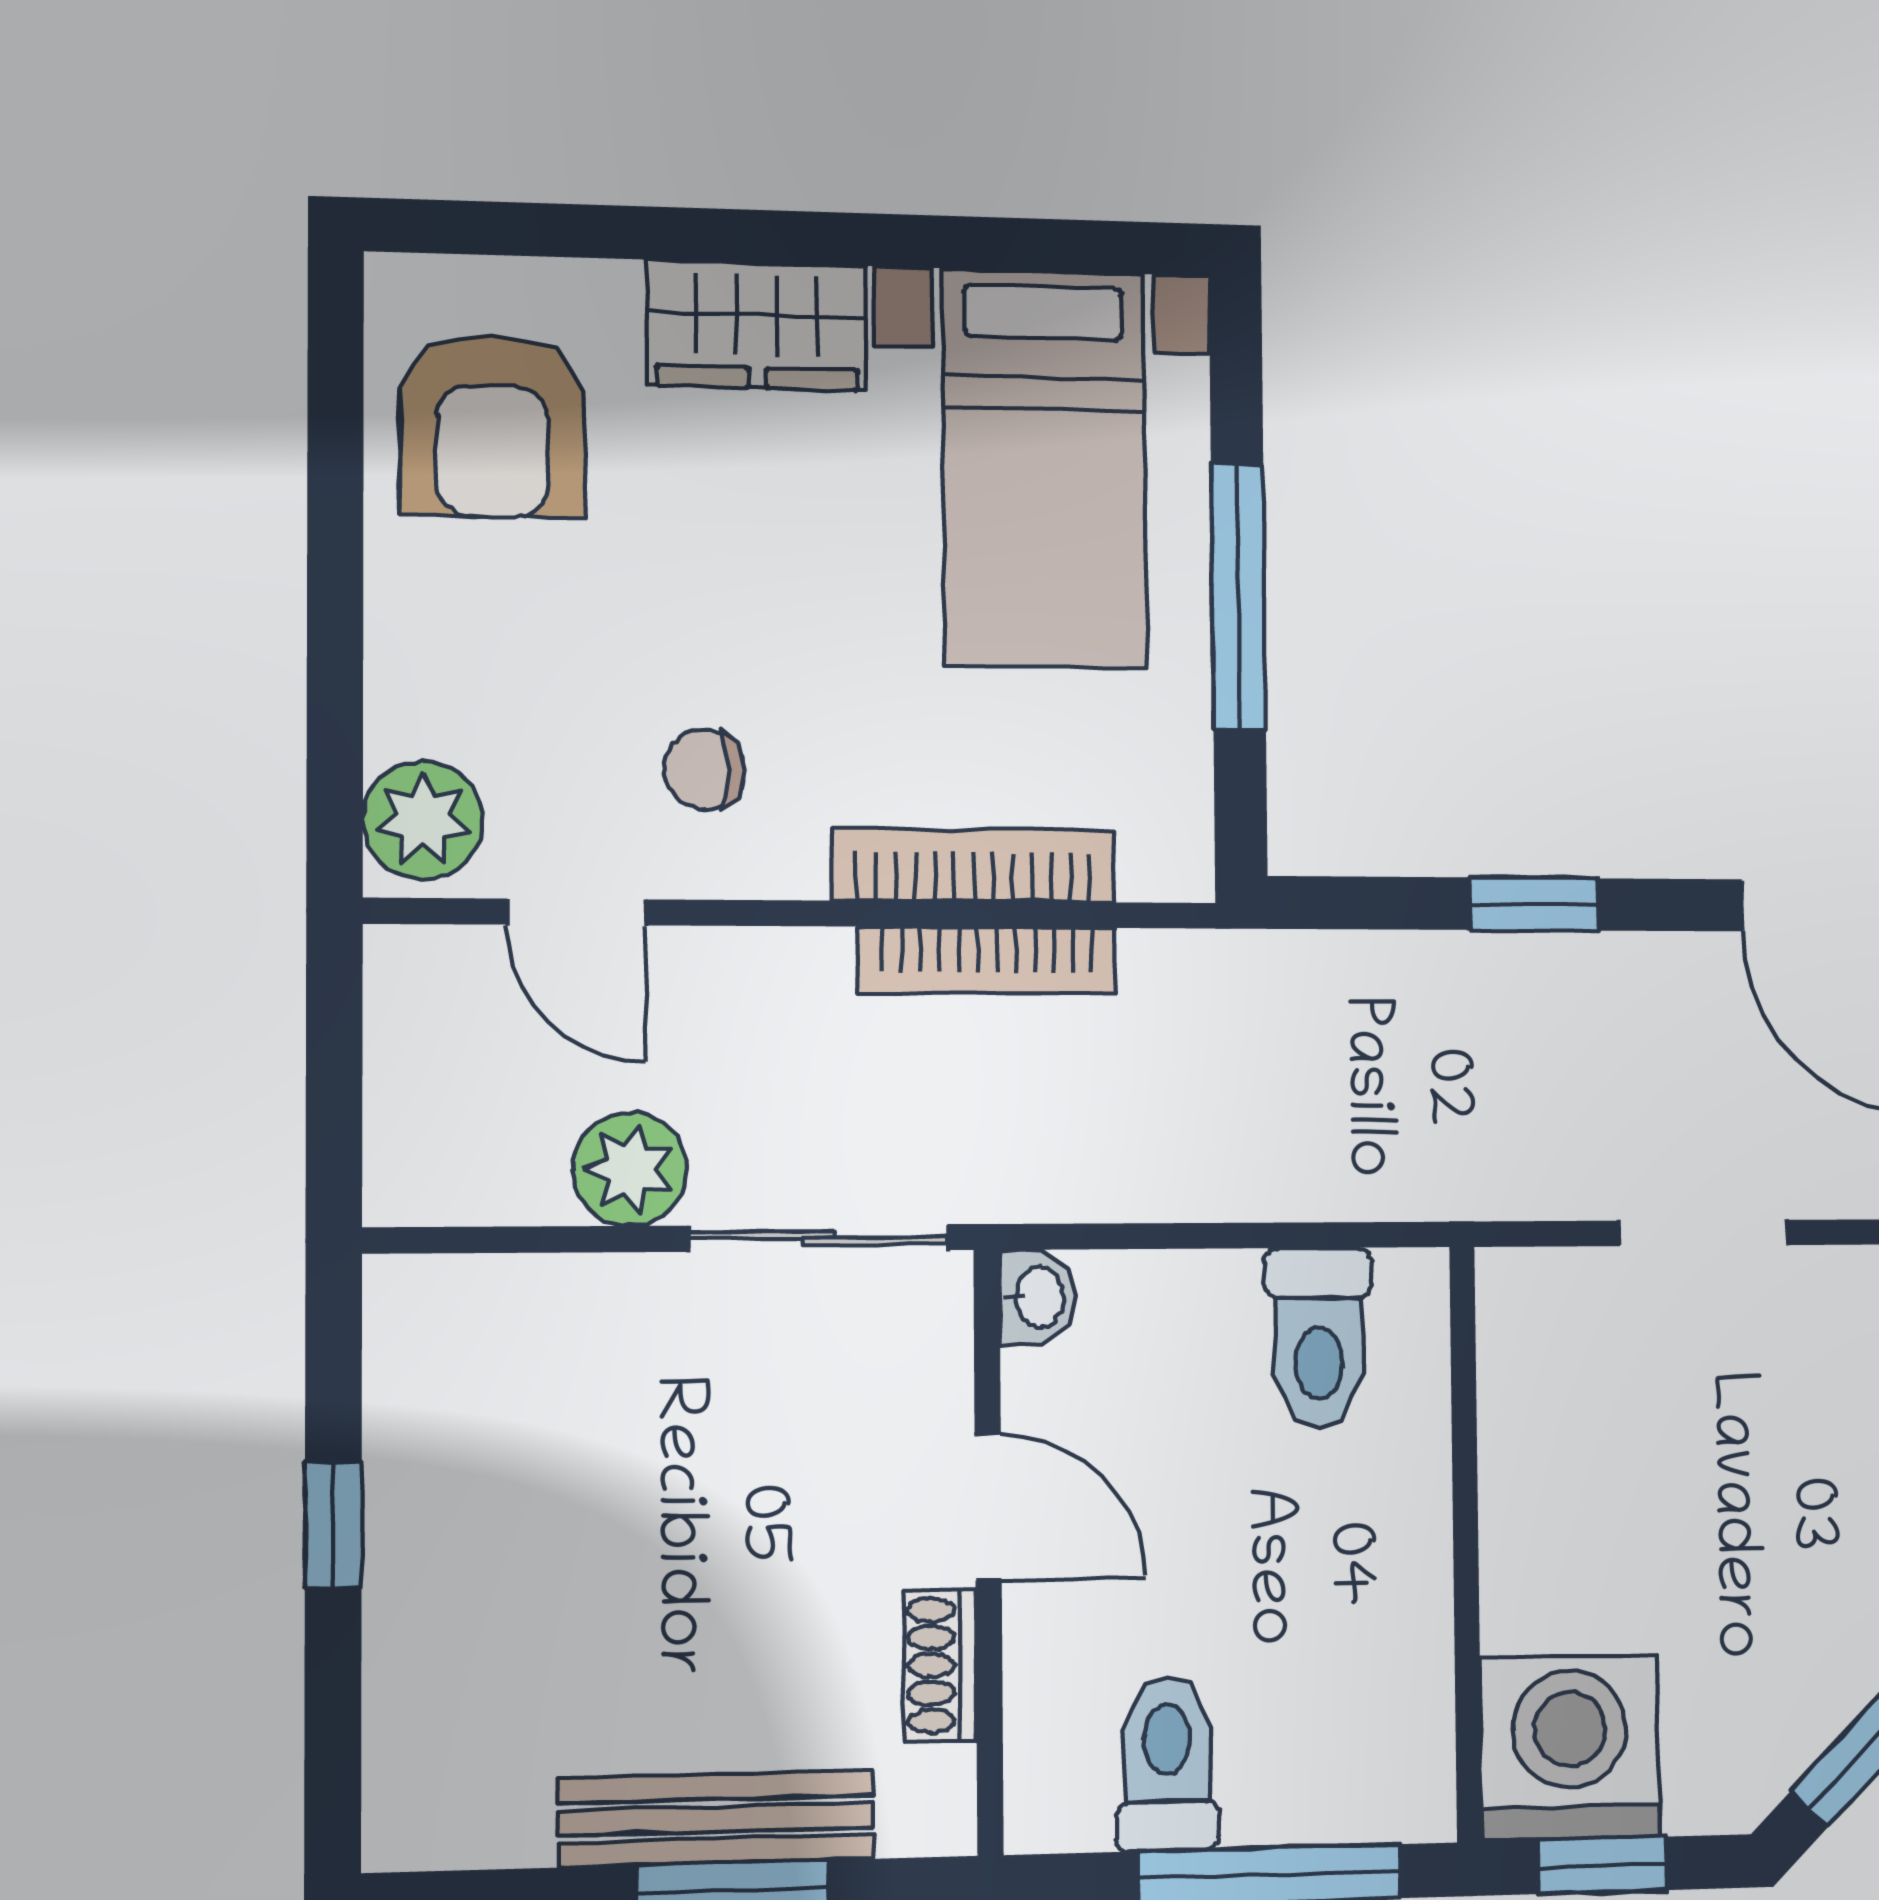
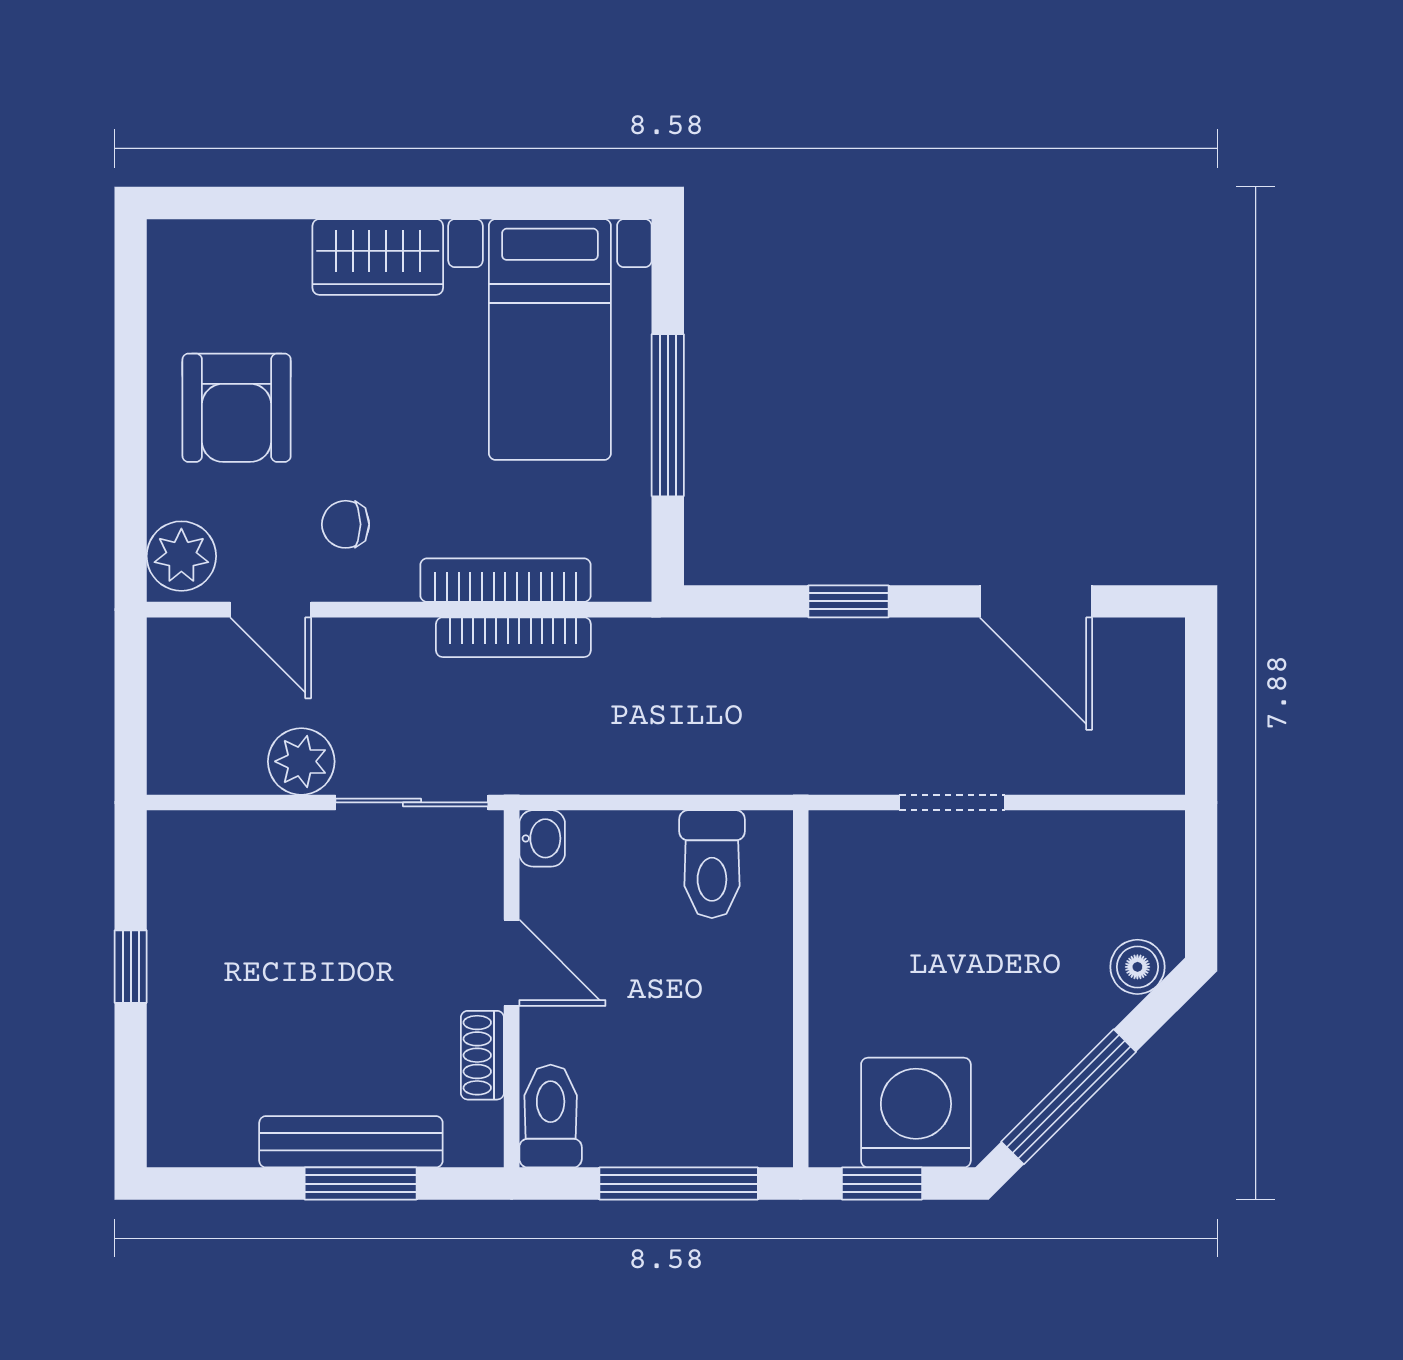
armchair: (493, 426) -> (237, 408), moved
washing machine: (1570, 1748) -> (916, 1113), moved
toilet: (1167, 1763) -> (551, 1116), moved

